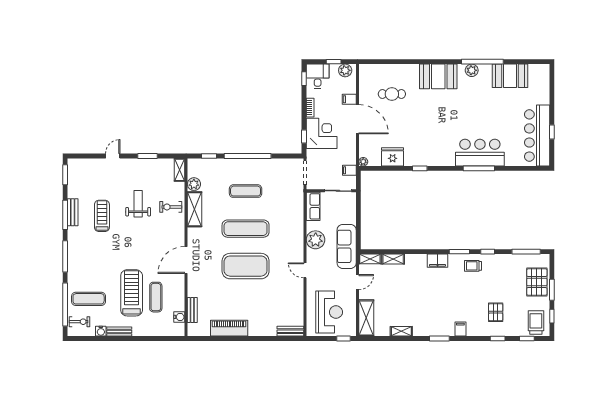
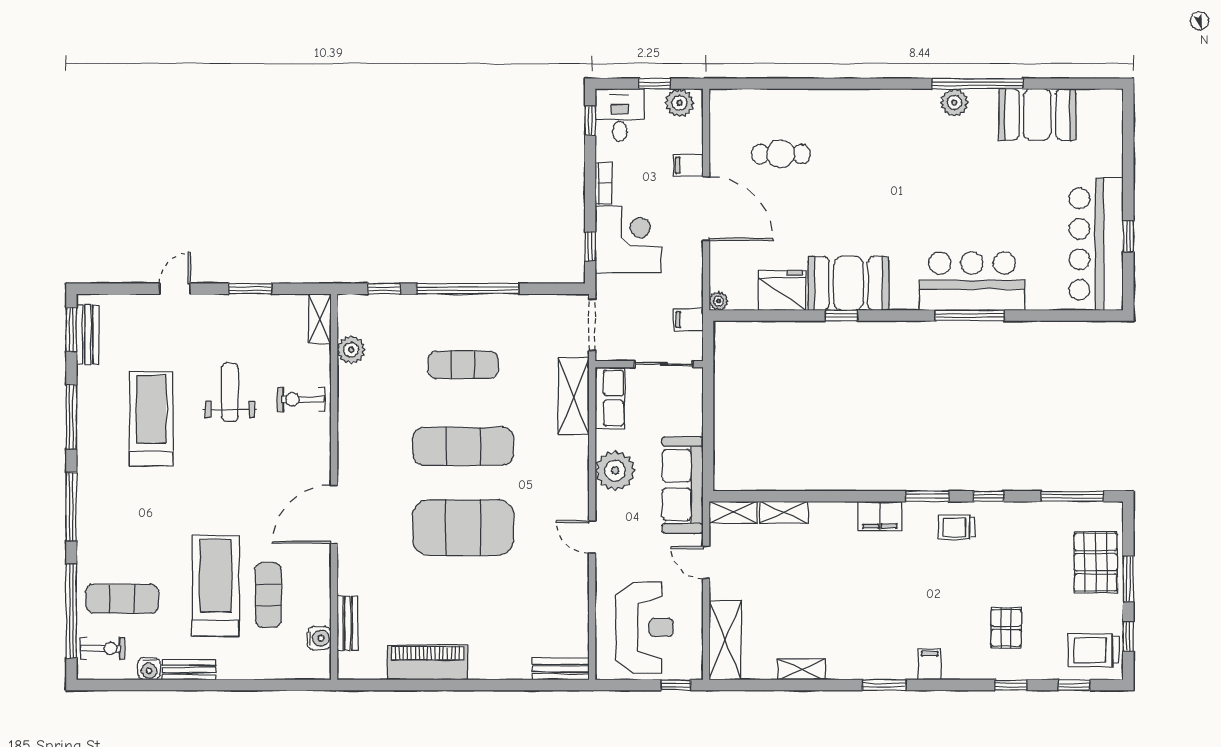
booth: (438, 76) -> (848, 283), moved
shelving: (195, 209) -> (574, 396), moved
bench: (73, 212) -> (88, 334), moved
treadmill: (102, 216) -> (151, 419), width x1.37, depth x1.38
door: (357, 282) -> (706, 562), swing flipped
trolley: (536, 322) -> (1094, 650), turned -90

